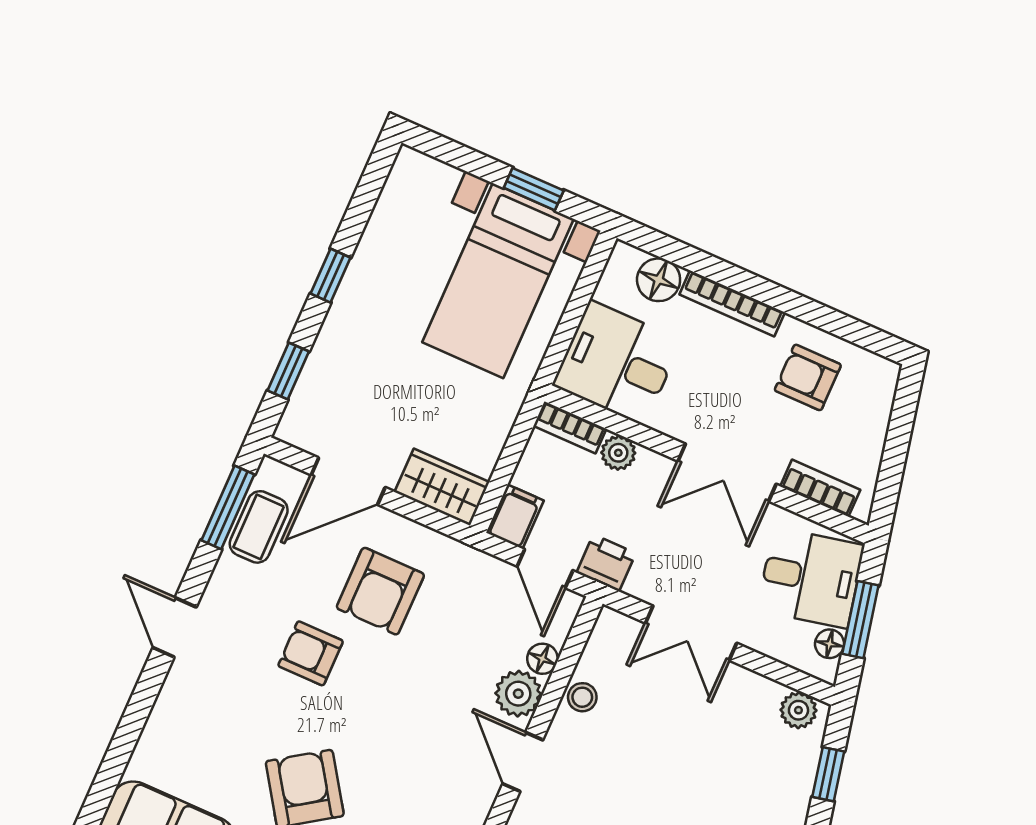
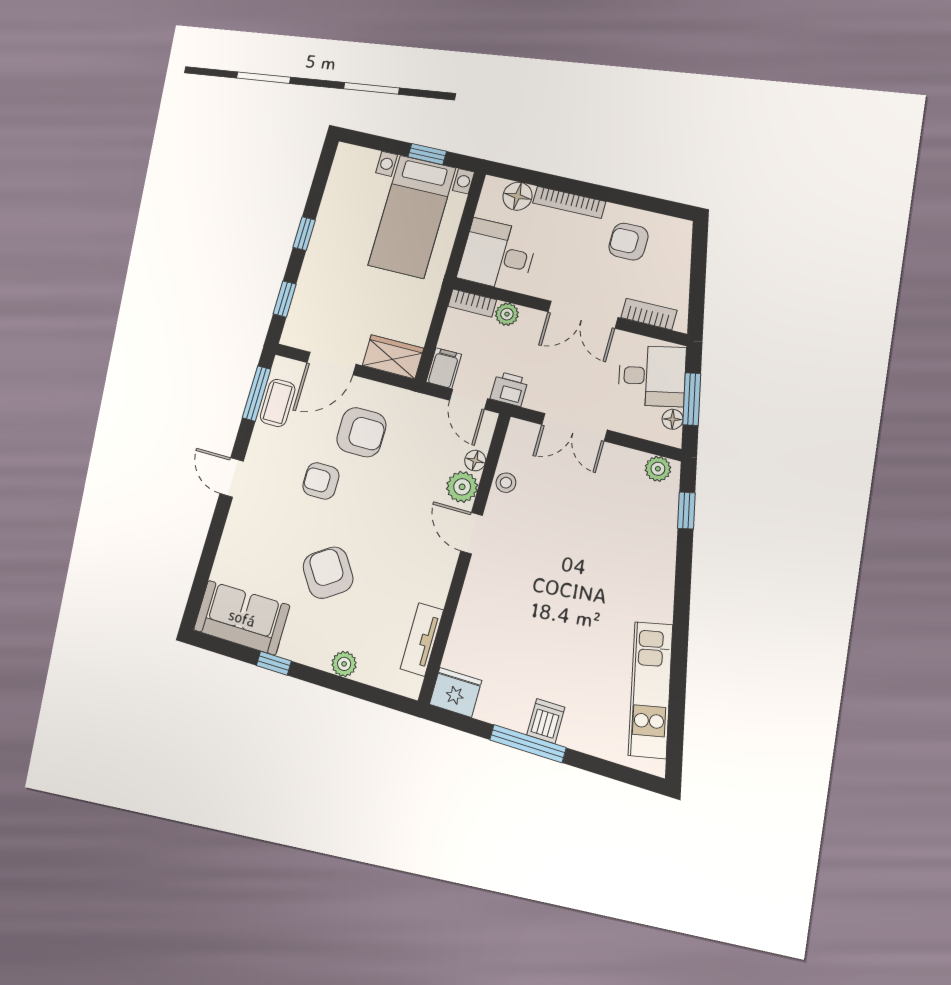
armchair: (380, 591) -> (361, 432), turned -90

